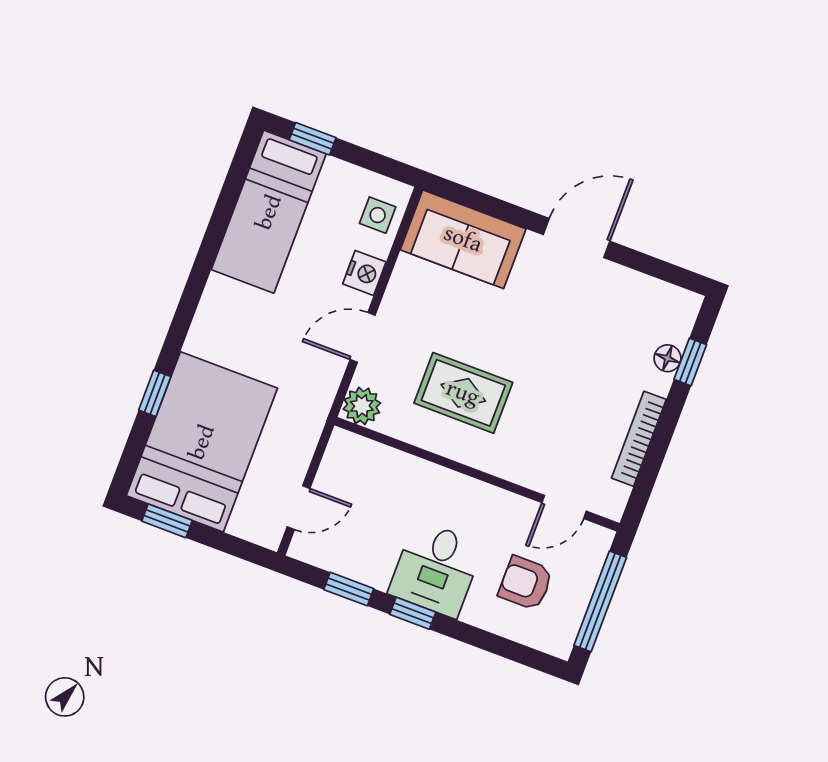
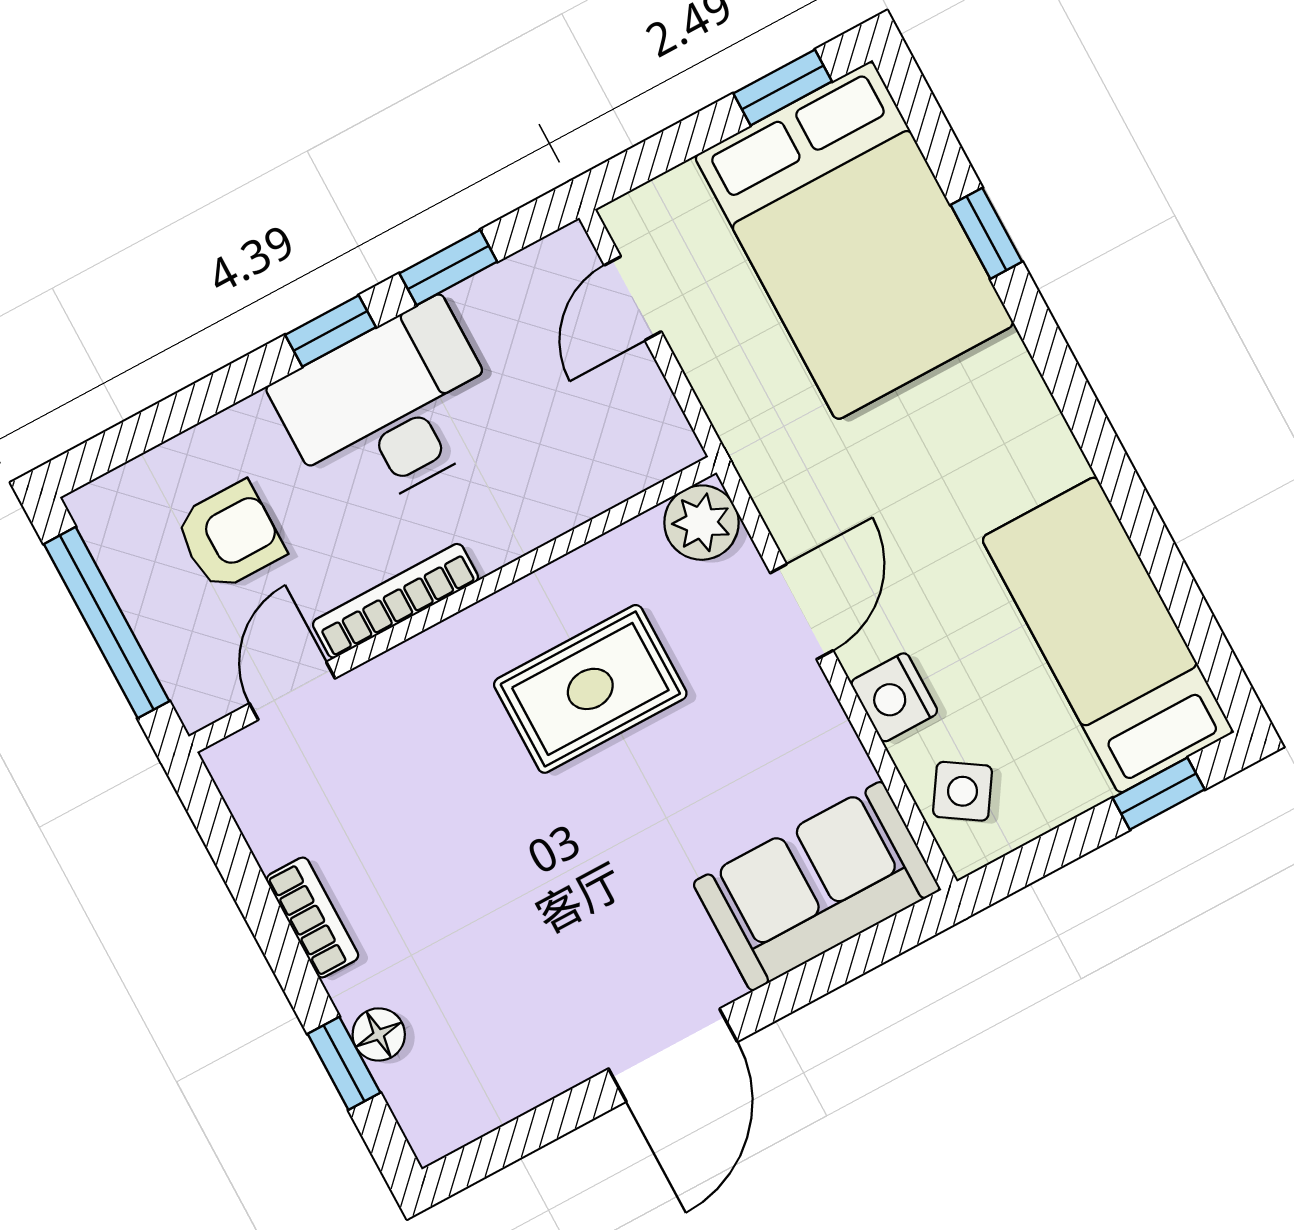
side table: (378, 215) -> (963, 791), turned 33
bookcase: (639, 439) -> (312, 917), width x0.64
bookcase: (495, 497) -> (395, 601), added
desk: (436, 569) -> (390, 409), width x1.37

